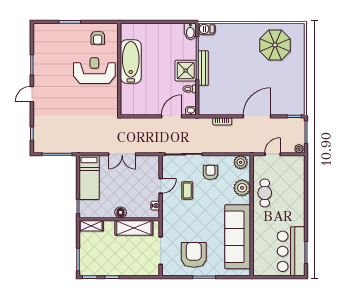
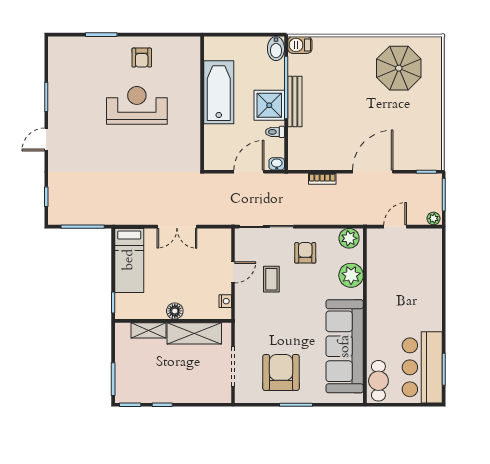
bathtub: (131, 62) -> (219, 92), moved
wall: (119, 69) -> (202, 103), moved
cafe table: (265, 193) -> (378, 381), moved
shelving: (91, 226) -> (148, 330), moved

